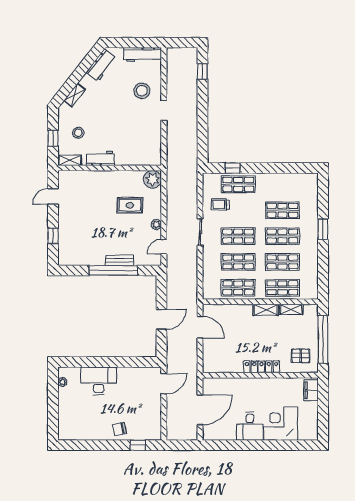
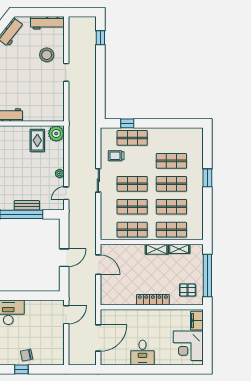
rug: (130, 205) -> (37, 140), moved, turned 90
corner desk: (281, 424) -> (188, 346), moved, turned -90
window: (138, 445) -> (21, 369), moved

